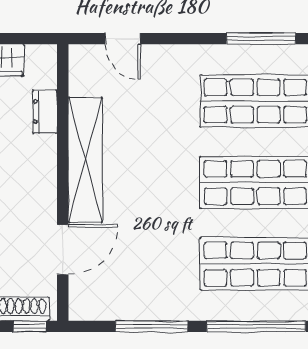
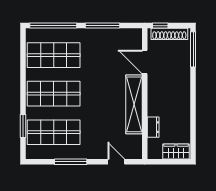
window: (261, 39) -> (71, 162), moved
door: (63, 250) -> (145, 62), hinge flipped

